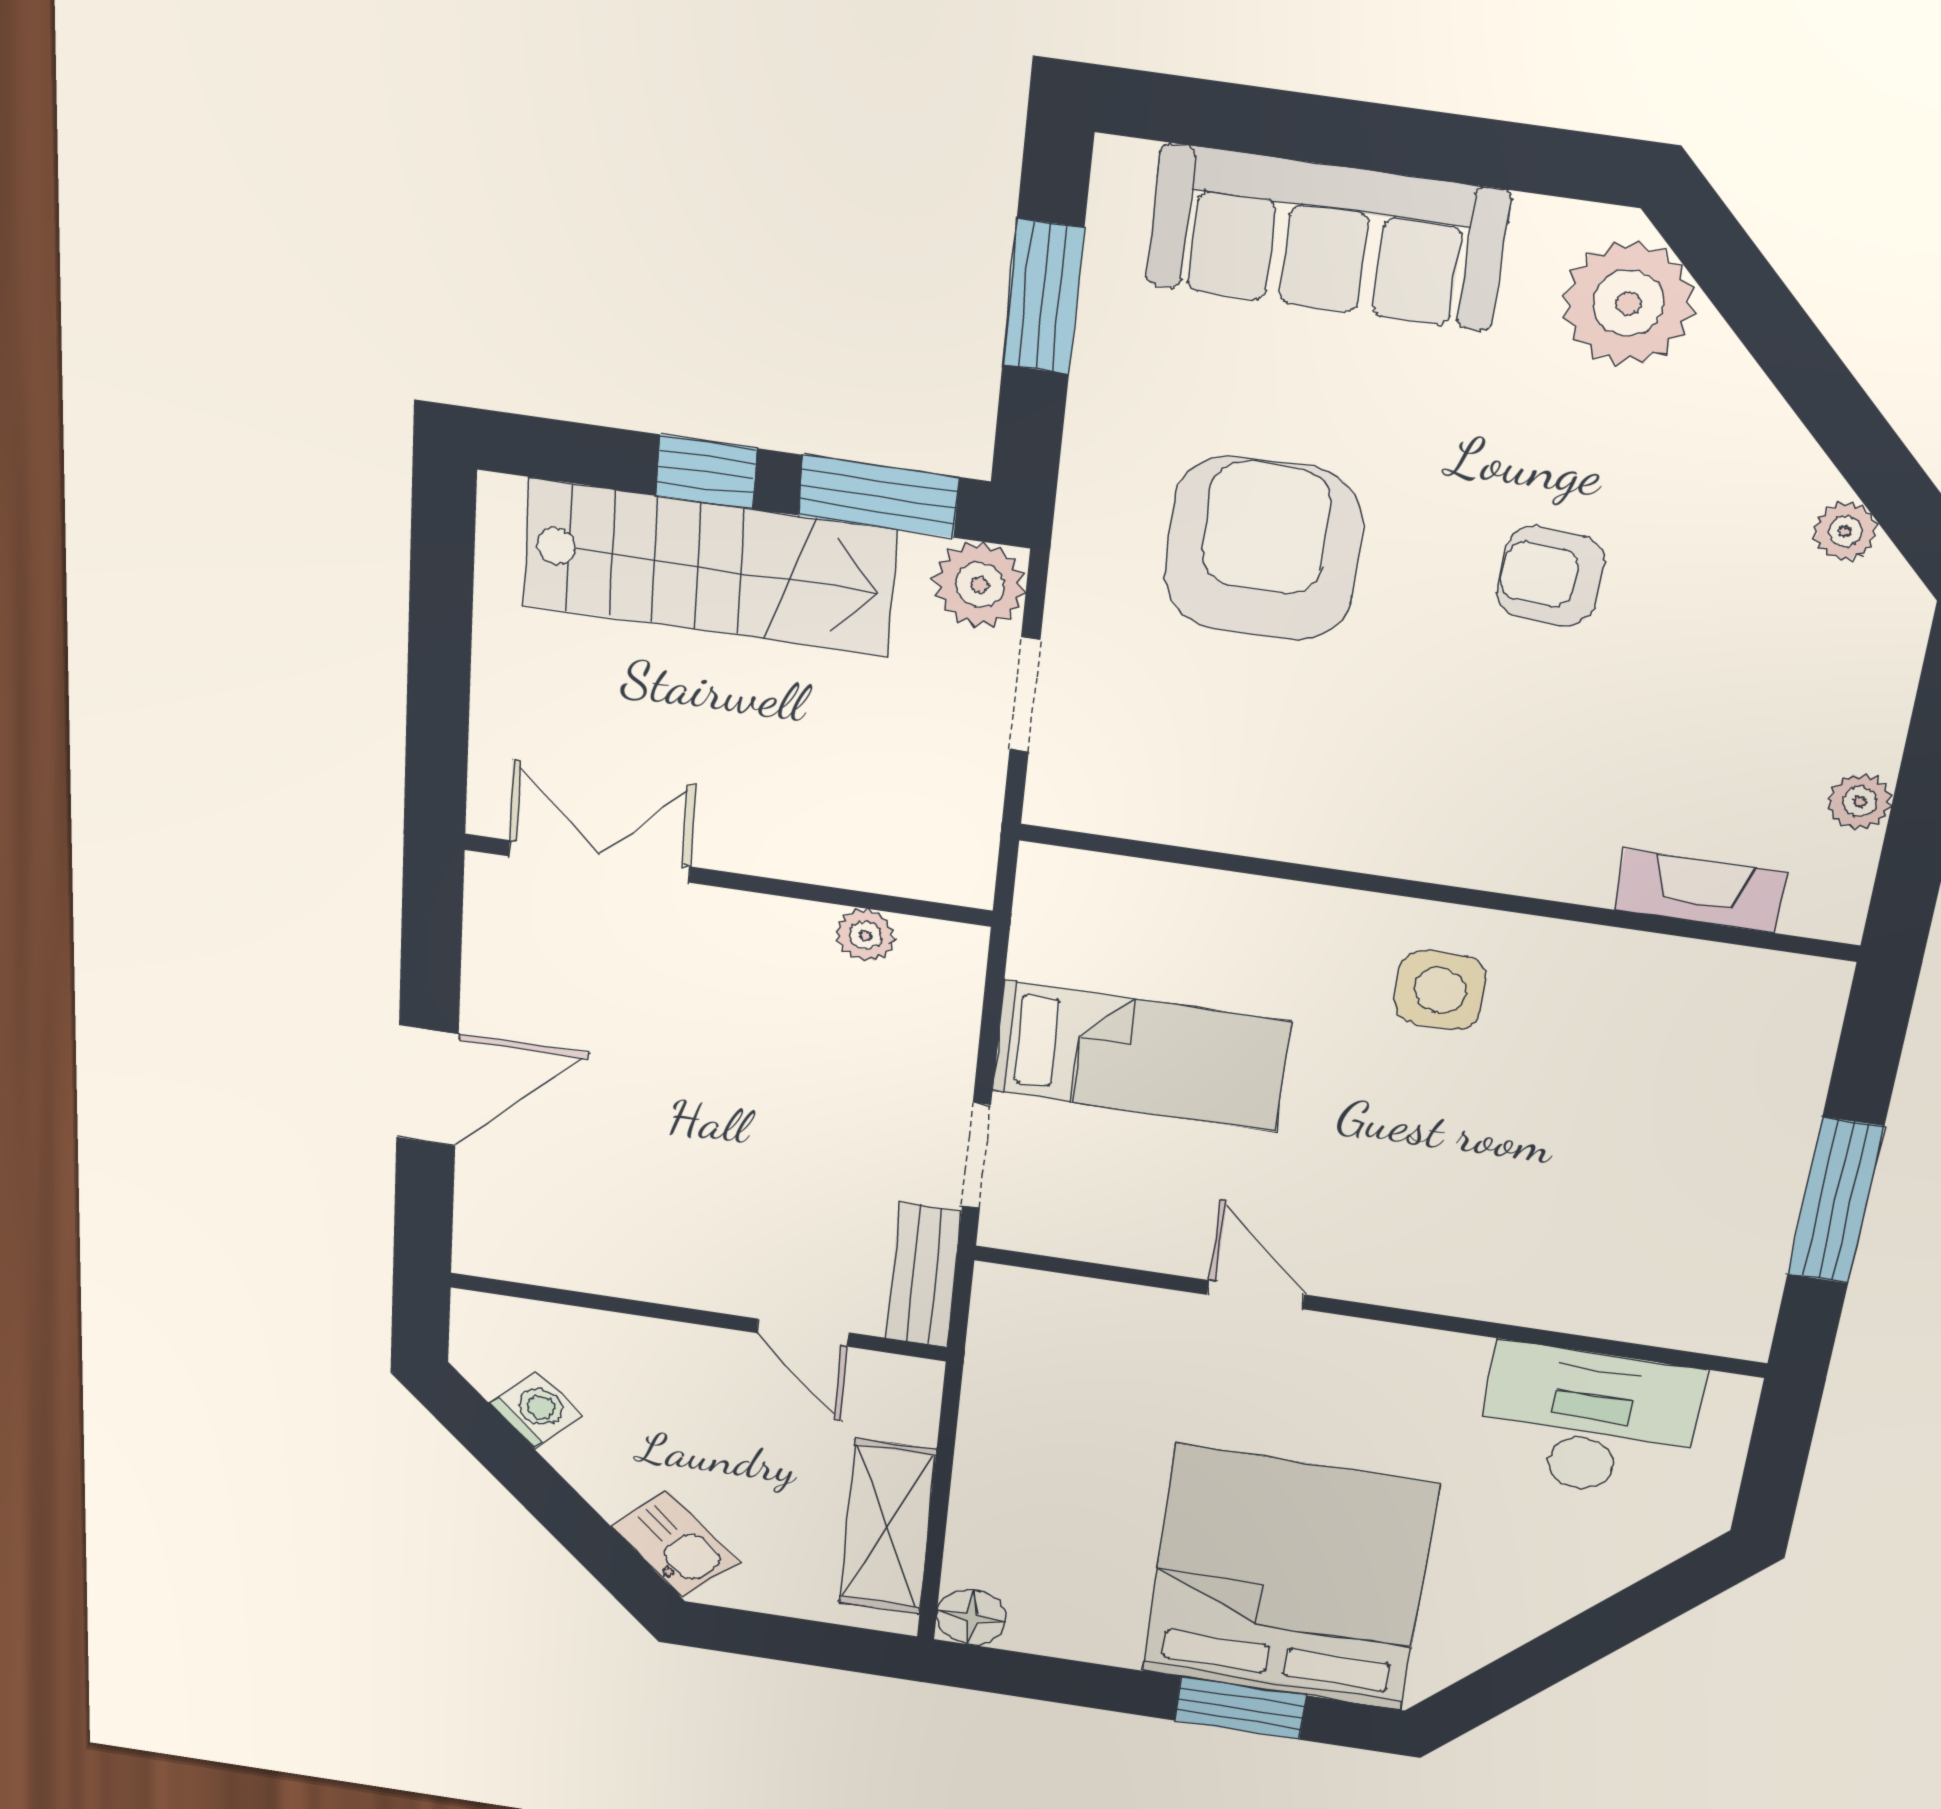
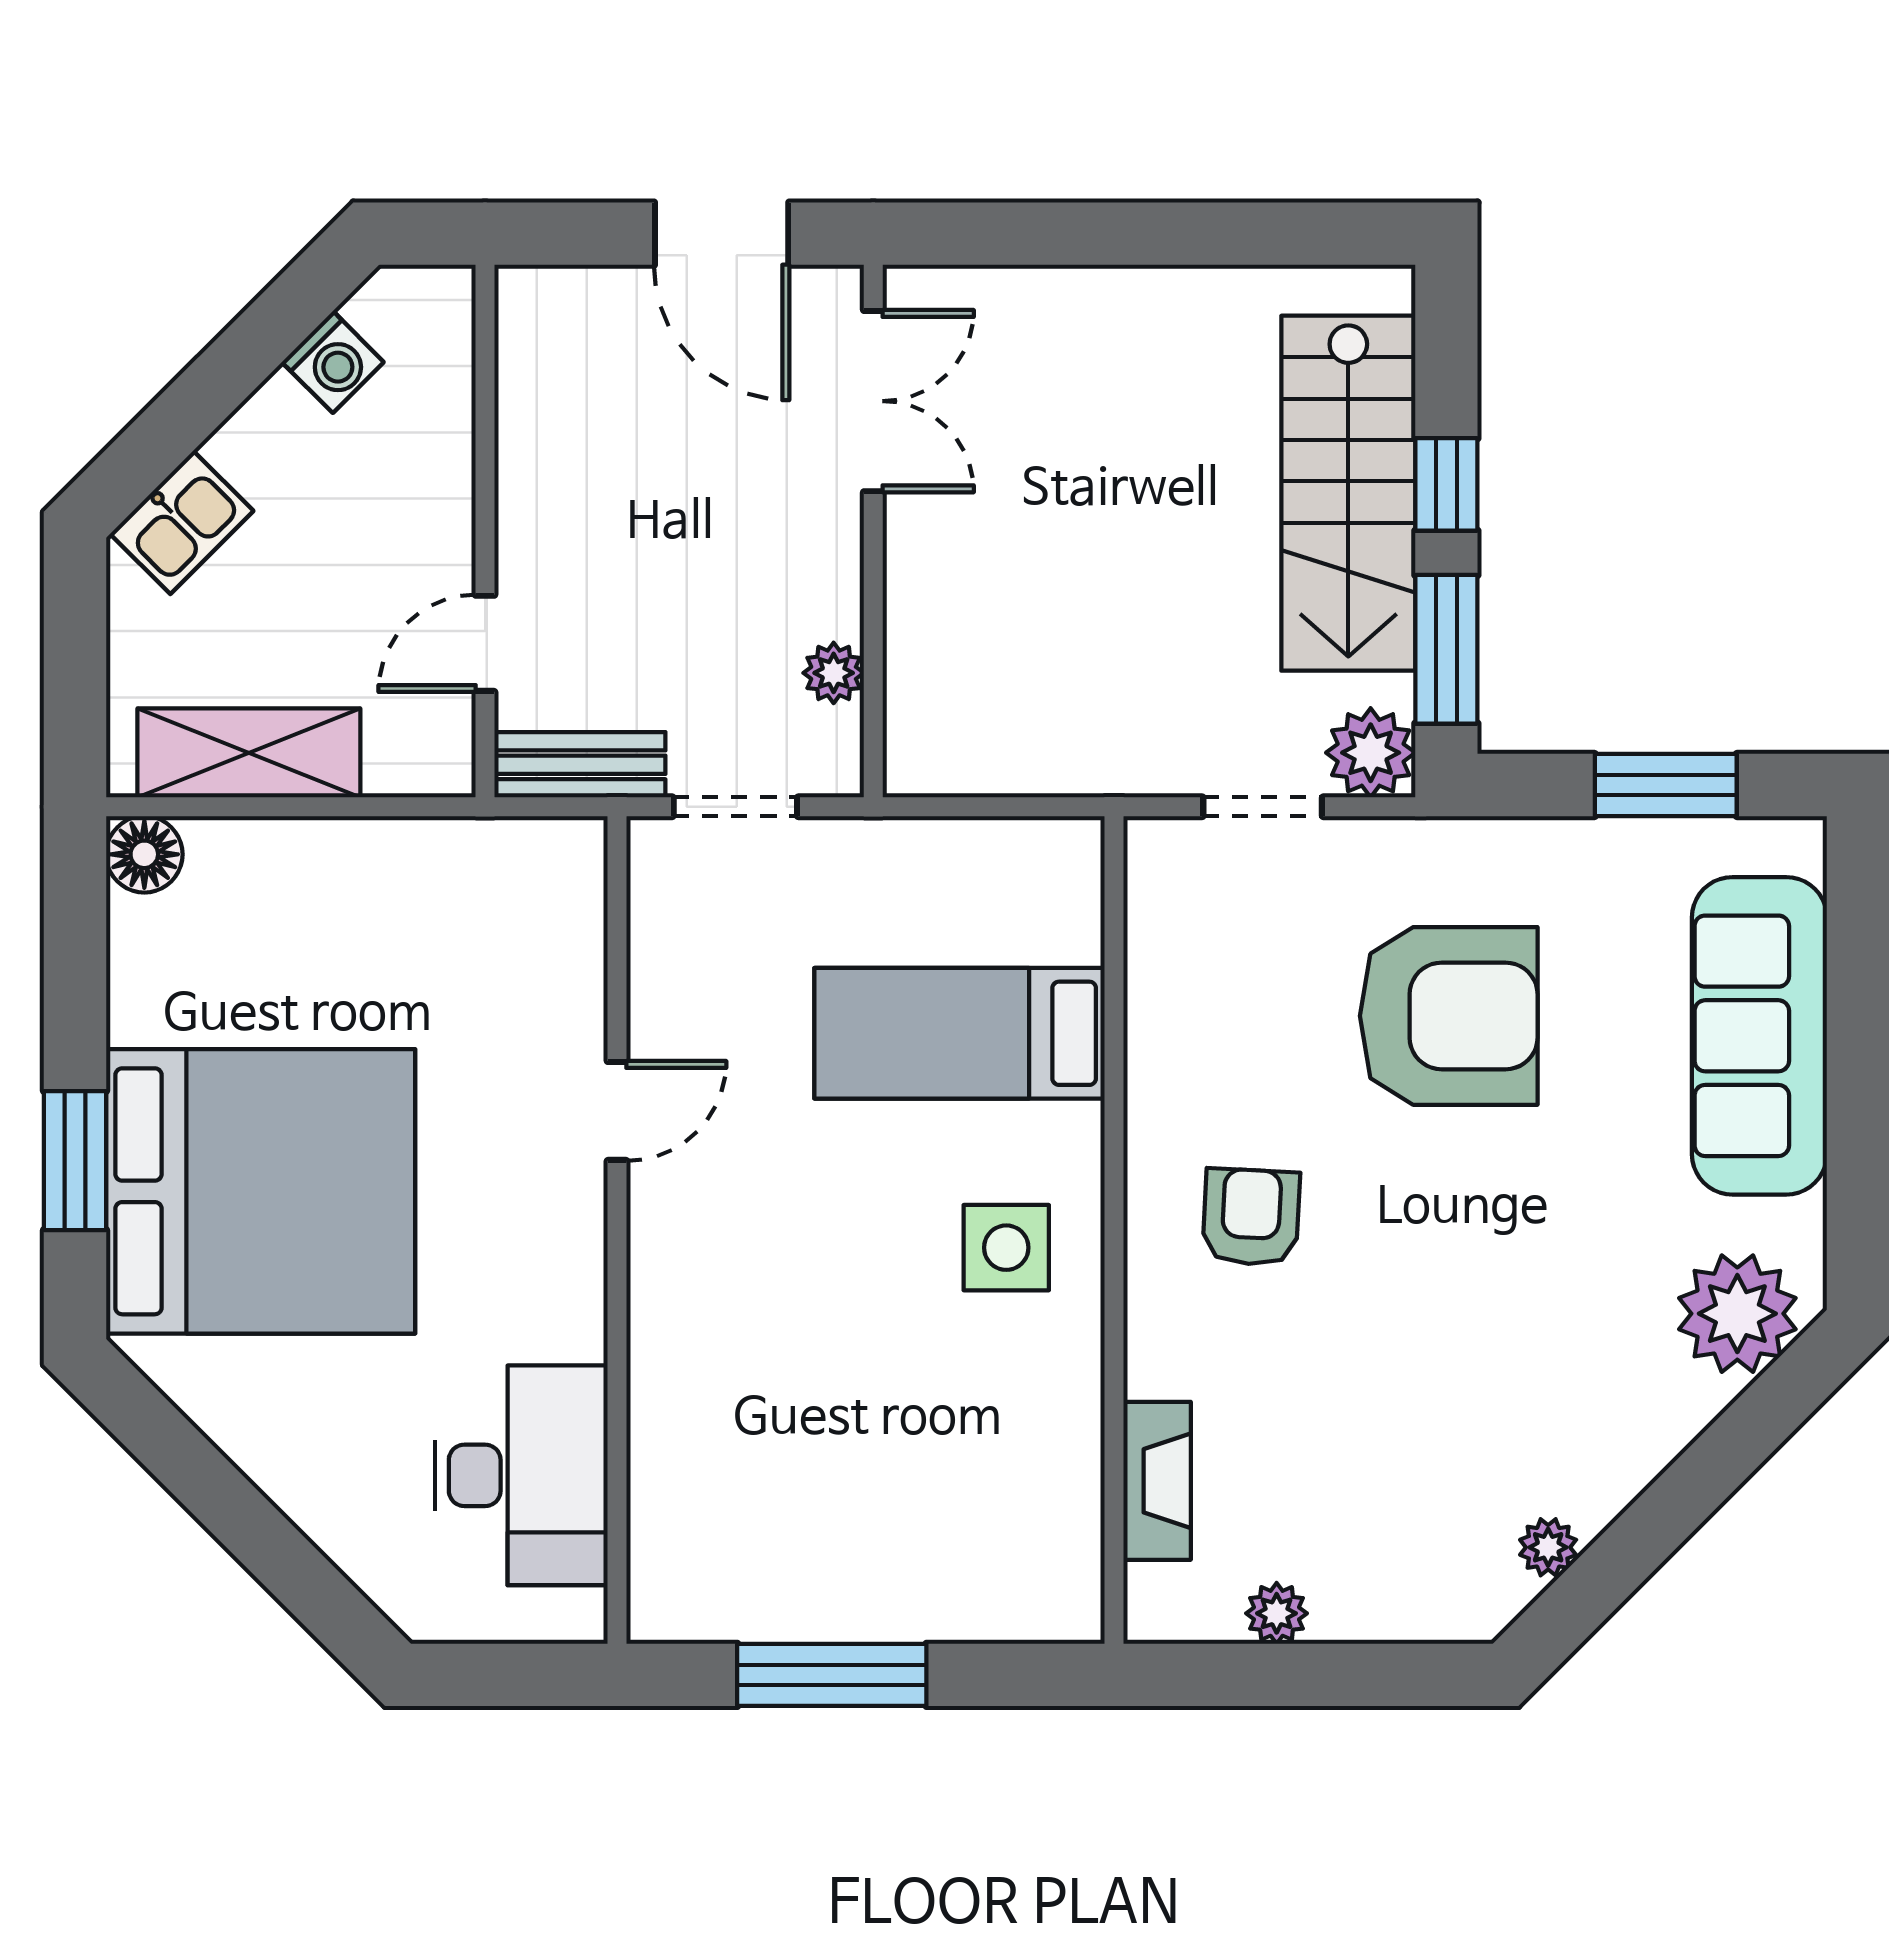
armchair: (1551, 577) -> (1251, 1217), moved
double door: (599, 861) -> (873, 401), moved
wall: (728, 880) -> (873, 531), moved
plant: (865, 935) -> (834, 673), moved
bed: (1141, 1056) -> (959, 1033), moved, turned 90

